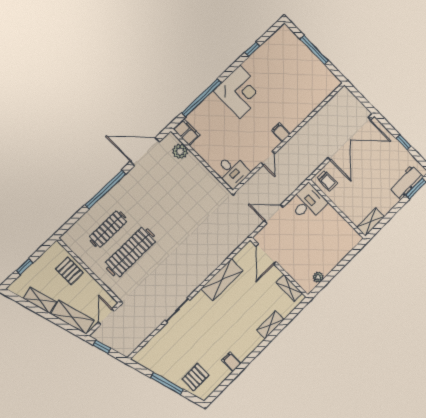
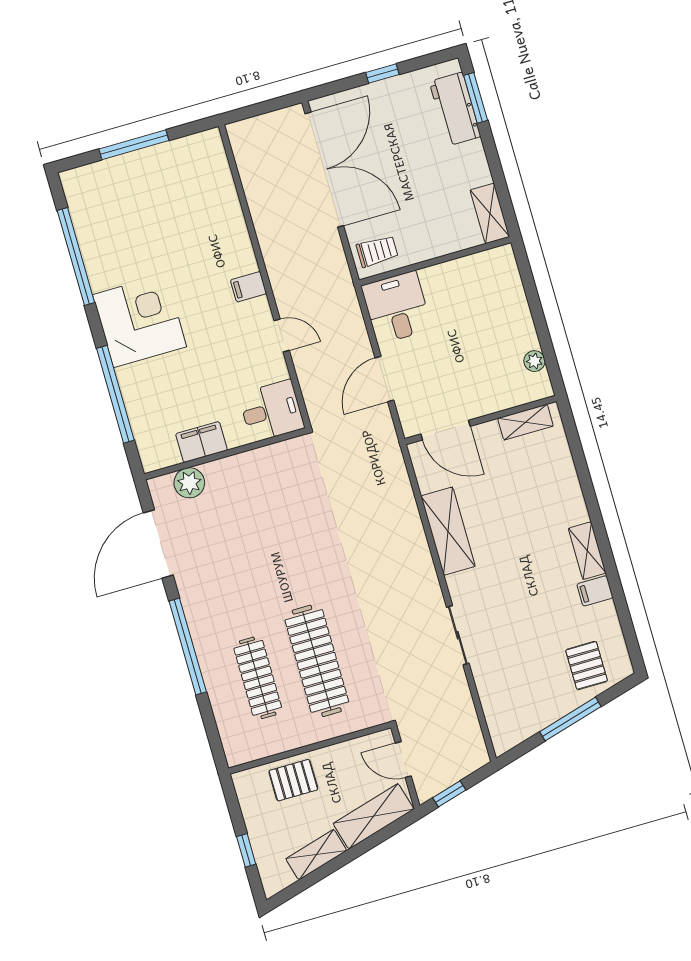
window: (252, 49) -> (76, 257), width x3.17
filing cabinet: (186, 132) -> (201, 442), moved
shelving: (270, 325) -> (587, 551), moved

